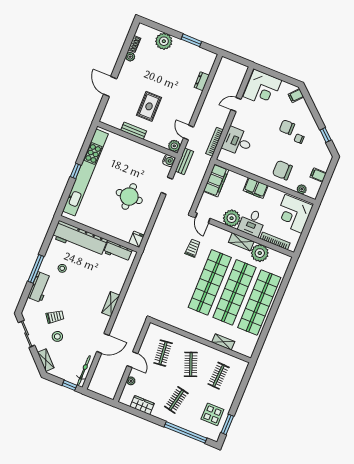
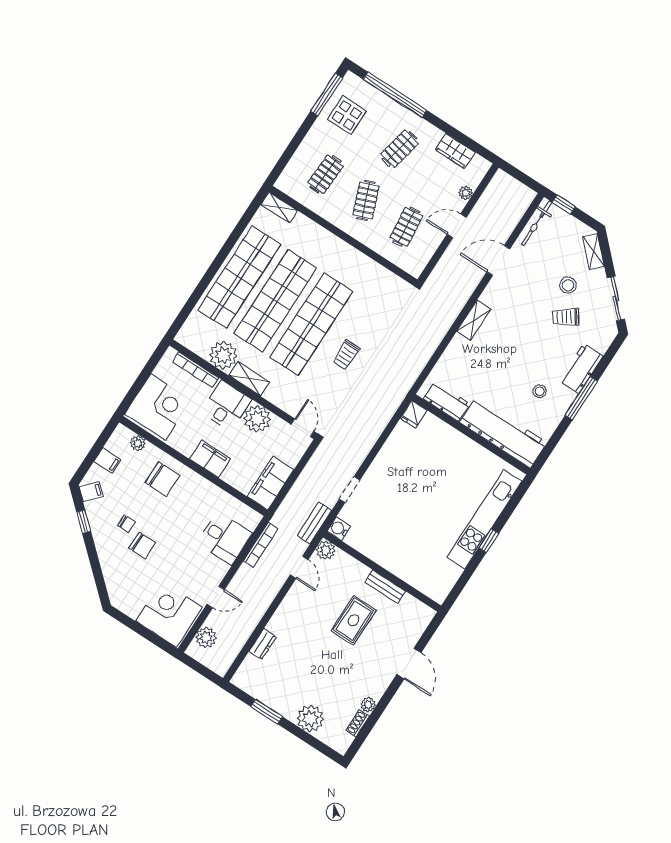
plant: (237, 79) -> (206, 638), added
filing cabinet: (296, 96) -> (91, 492), moved
kitchen unit: (85, 172) -> (484, 519), width x0.73
round table: (129, 197) -> (412, 484), removed
trolley: (193, 248) -> (346, 355), moved
shelving: (223, 342) -> (279, 208), moved
door: (132, 360) -> (457, 226), hinge flipped
window: (227, 424) -> (327, 95), width x1.44

